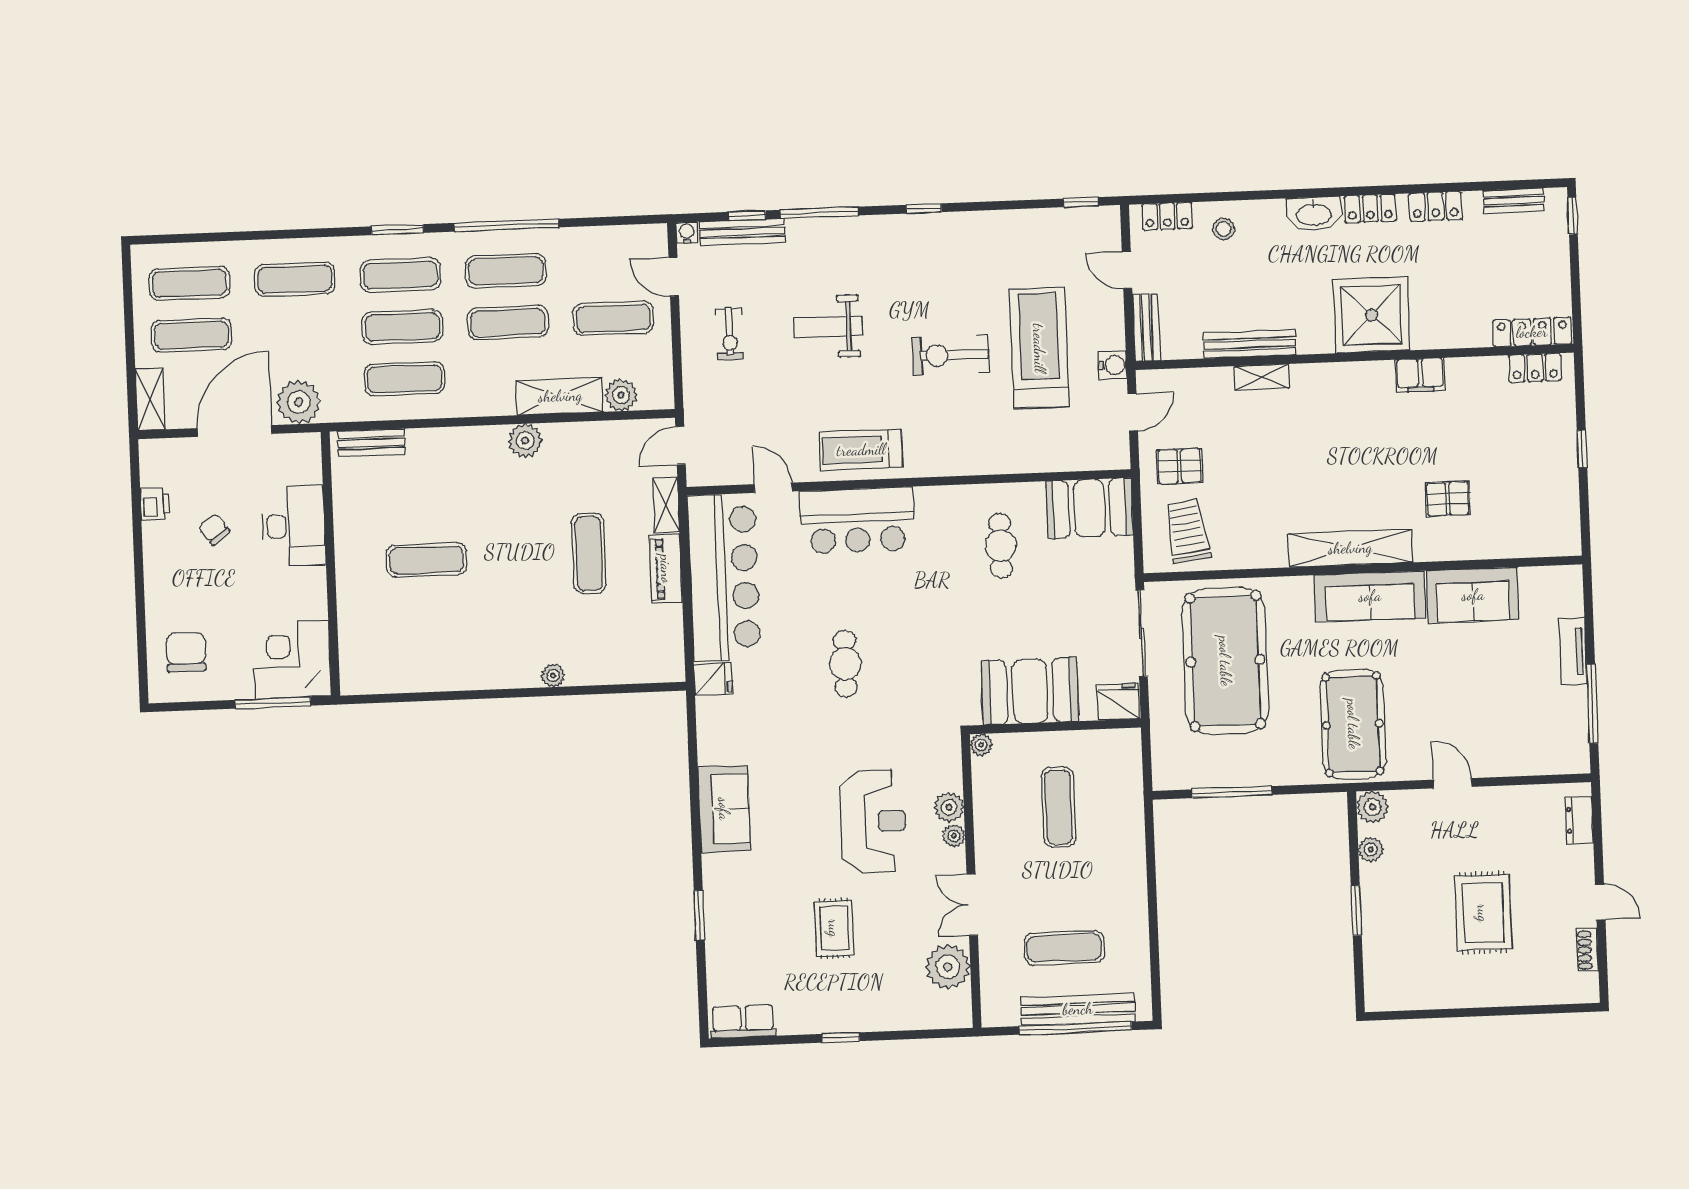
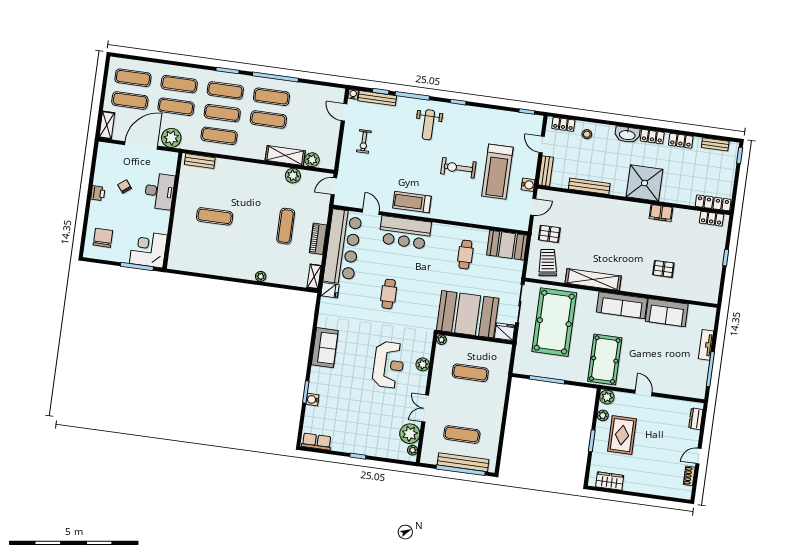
exercise mat: (613, 318) -> (176, 107), moved
weight bench: (828, 327) -> (428, 125), moved, turned -90
treadmill: (1039, 348) -> (497, 172), turned 180
shelving: (1261, 377) -> (592, 202), removed
plant: (525, 441) -> (293, 176), moved
printer: (155, 504) -> (98, 193), moved
shelving: (666, 505) -> (314, 277), moved
shelving: (1350, 548) -> (593, 279), moved
booth: (1030, 691) -> (468, 314), width x1.36, depth x1.42
exercise mat: (1058, 807) -> (470, 373), turned 90
plant: (954, 836) -> (413, 450), moved
door: (1600, 902) -> (698, 456), swing flipped
rug: (1483, 913) -> (622, 435), moved
rug: (834, 928) -> (363, 408), removed
water cooler: (717, 929) -> (312, 400), added
wardrobe: (1412, 993) -> (610, 481), added

